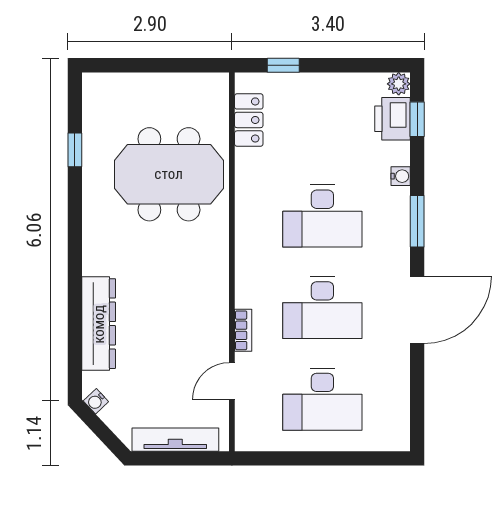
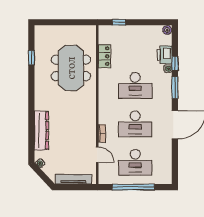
printer: (392, 119) -> (165, 55), moved
window: (417, 119) -> (175, 64), moved
locker: (249, 120) -> (104, 56), moved
meeting table: (169, 174) -> (71, 68), turned 90
door: (232, 381) -> (97, 155), swing flipped
window: (317, 458) -> (133, 187), added

